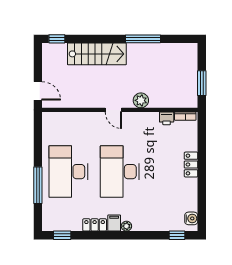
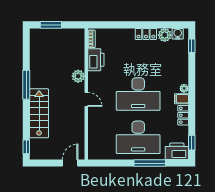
window: (143, 39) -> (26, 85), moved
window: (202, 83) -> (51, 25), moved
door: (113, 110) -> (86, 99), hinge flipped
printer: (167, 118) -> (96, 60), width x1.87, depth x1.48
locker: (191, 165) -> (146, 34), moved
plant: (190, 203) -> (165, 35), added
printer: (52, 217) -> (177, 151), added

